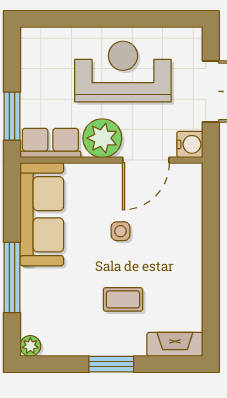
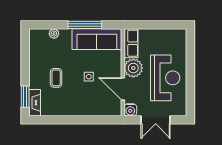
window: (12, 116) -> (144, 25), removed
window: (12, 278) -> (85, 25), moved
plant: (30, 346) -> (54, 34), moved
window: (111, 364) -> (25, 97), moved

